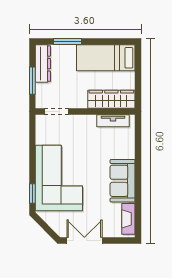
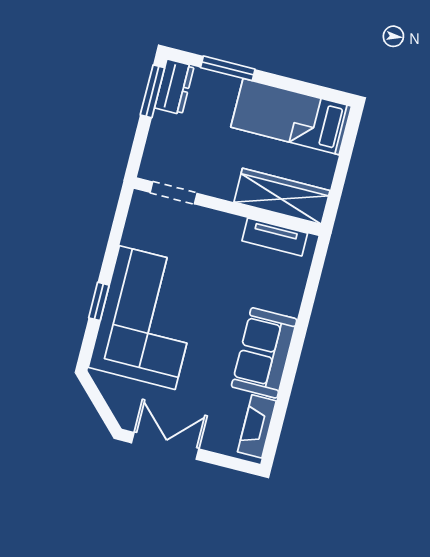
dresser: (43, 64) -> (174, 87), width x0.70
window: (32, 81) -> (152, 91), moved
window: (32, 193) -> (99, 301), moved

